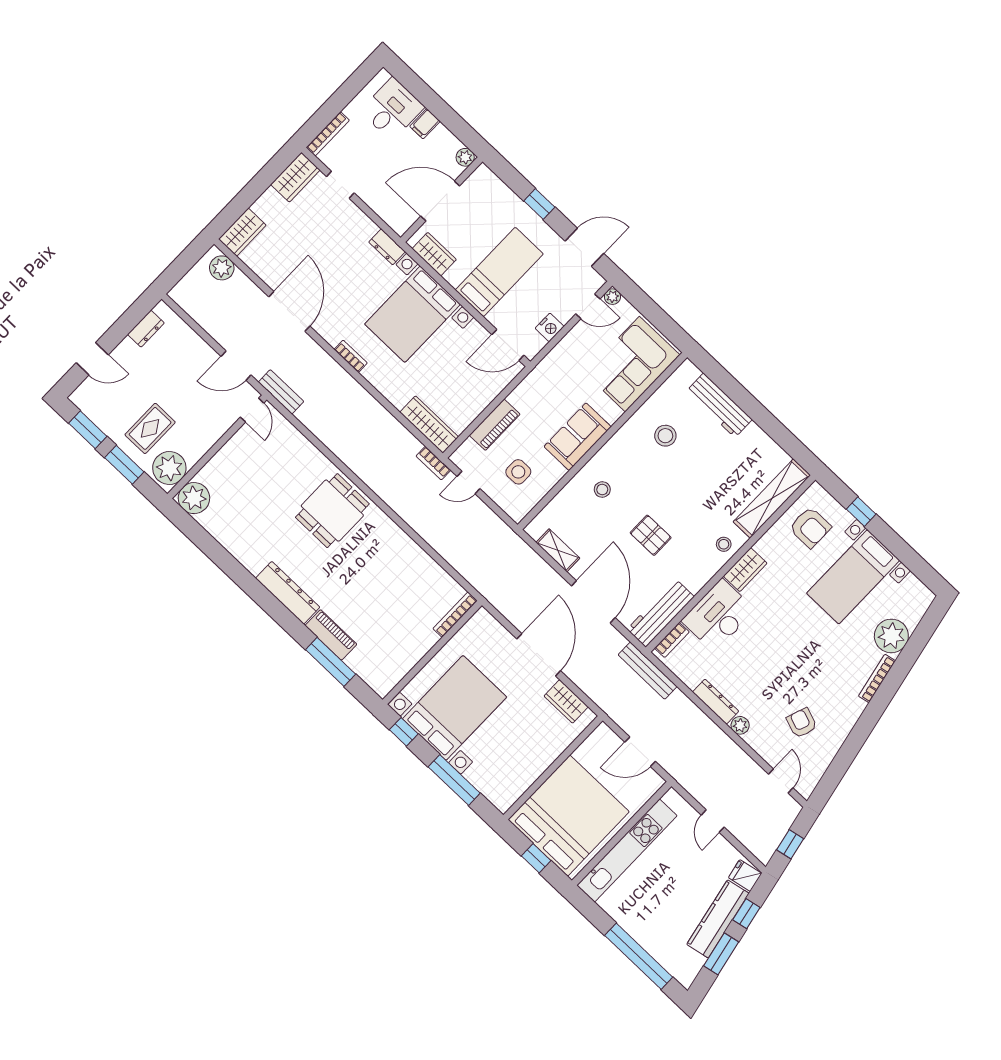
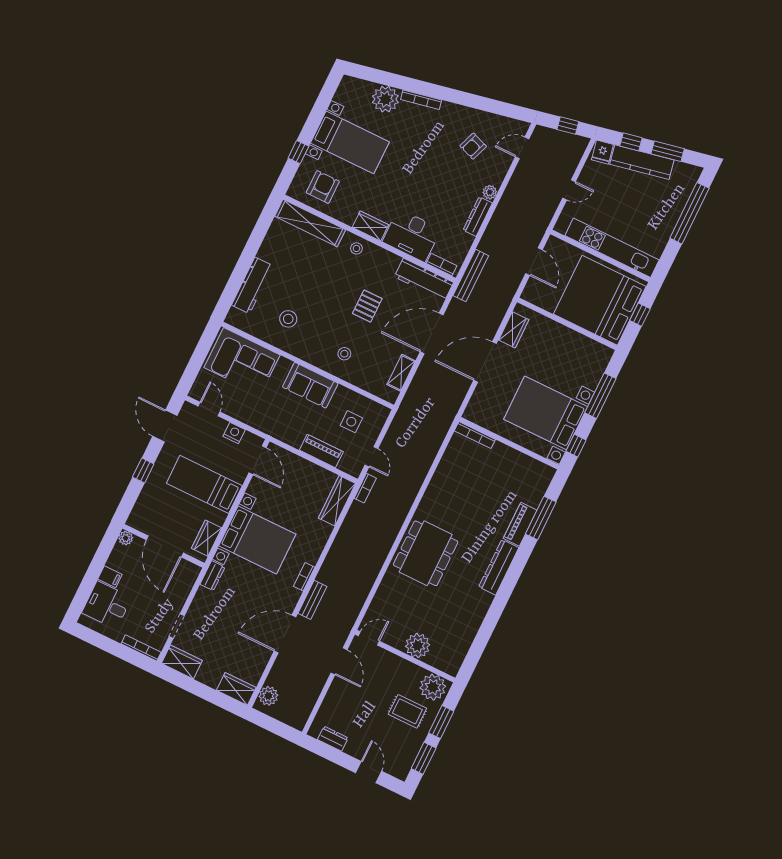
plant: (612, 297) -> (196, 393), removed
bench: (281, 392) -> (312, 600), moved
plant: (194, 498) -> (418, 646), moved
dining table: (332, 511) -> (426, 553), width x1.38

